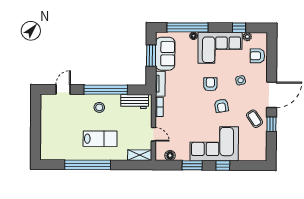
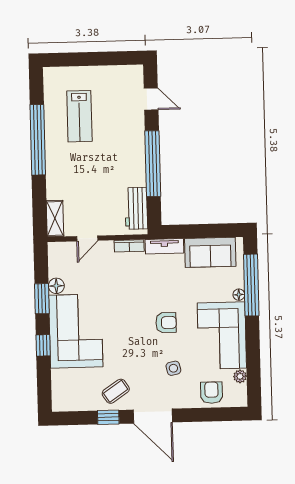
window: (239, 28) -> (253, 363), removed
window: (151, 56) -> (207, 231), removed
armchair: (221, 106) -> (134, 340), removed
stool: (99, 107) -> (125, 155), removed
lab bench: (100, 139) -> (79, 116), moved
floor lamp: (170, 155) -> (56, 286), moved

